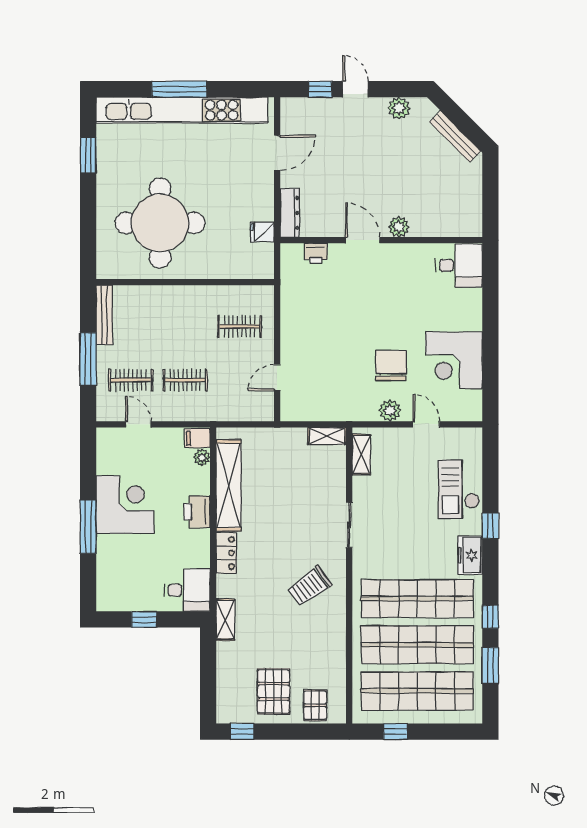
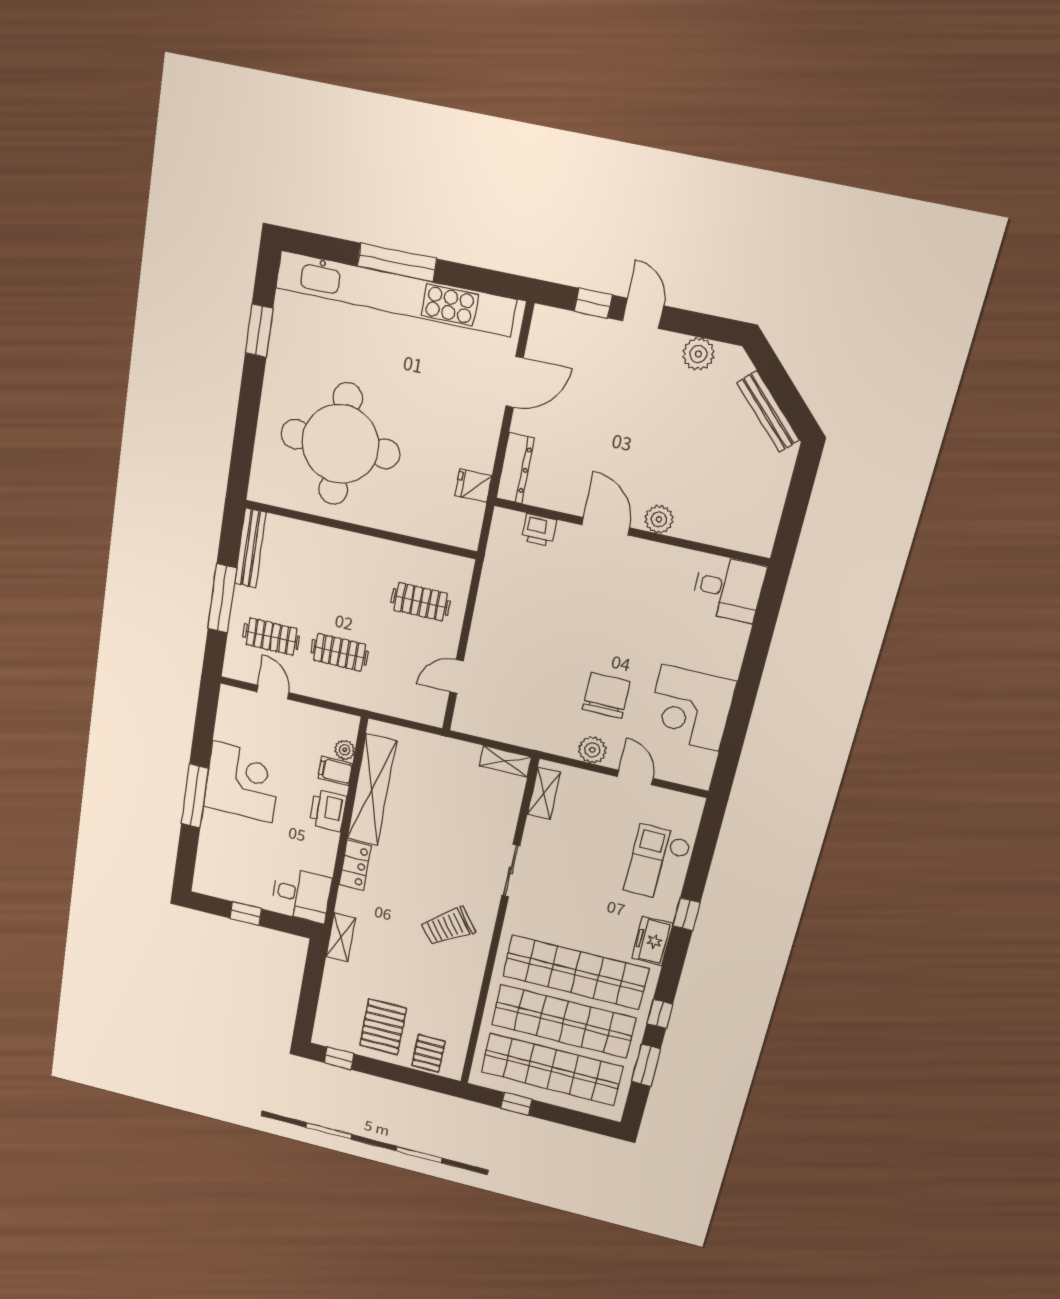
filing cabinet: (197, 438) -> (335, 771), moved

